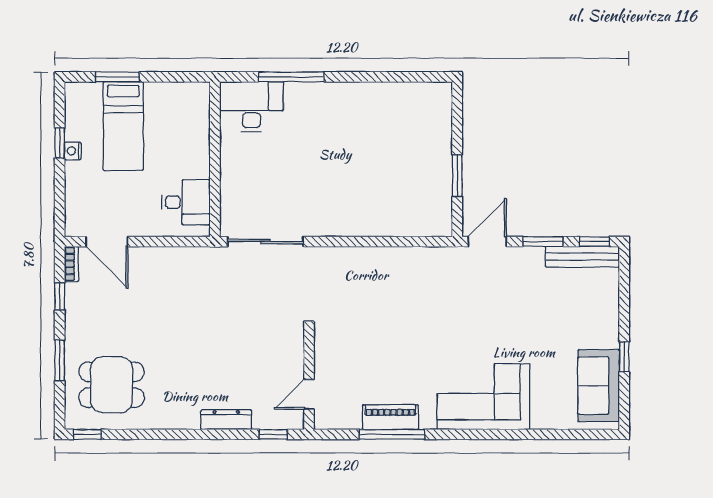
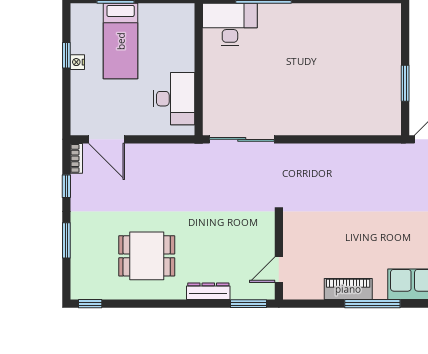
desk: (186, 202) -> (174, 99), width x1.37
dining table: (112, 385) -> (147, 256), moved
window: (273, 434) -> (248, 304), width x1.50
window: (392, 434) -> (372, 304), moved

